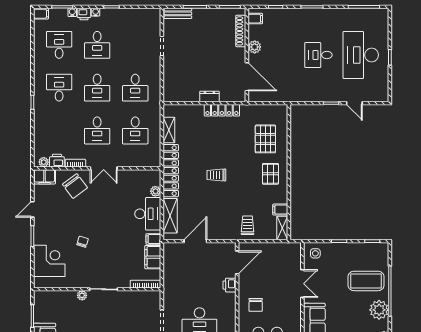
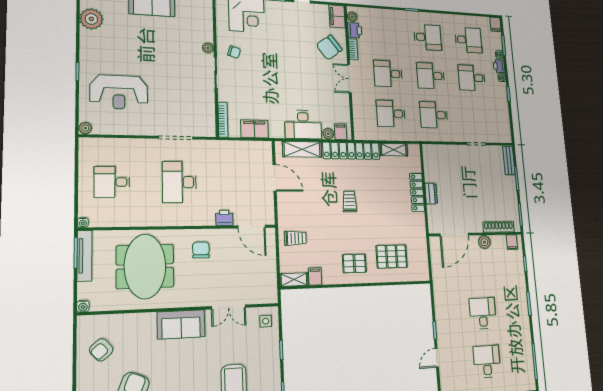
desk: (361, 55) -> (487, 361), width x0.53, depth x0.77
locker: (222, 110) -> (417, 192), moved
filing cabinet: (153, 239) -> (341, 132), moved
chair: (82, 242) -> (234, 52), moved
chair: (256, 305) -> (201, 250), turned 90

